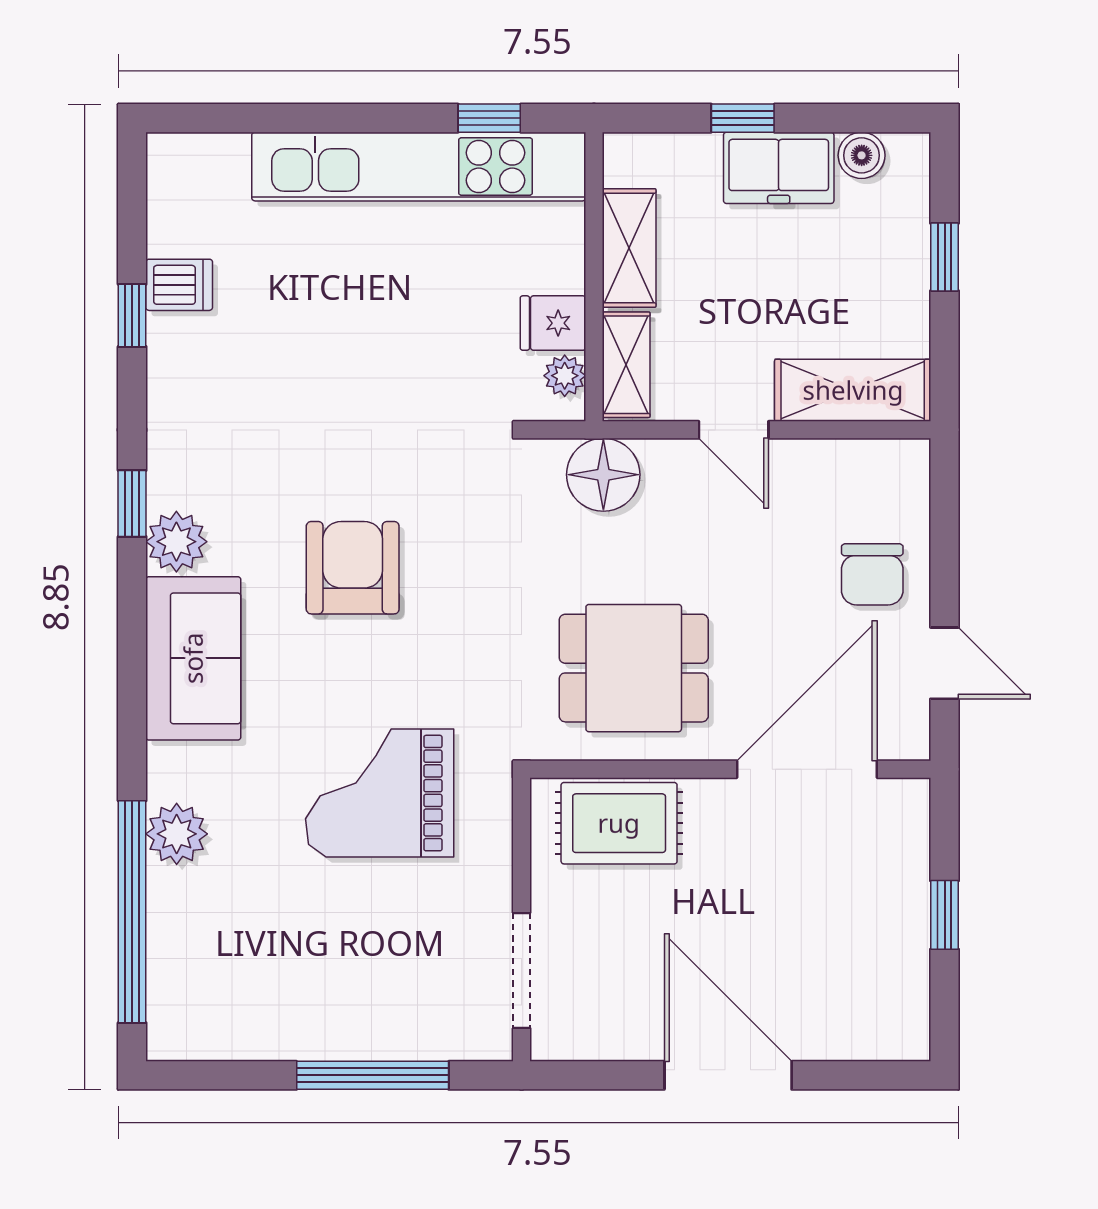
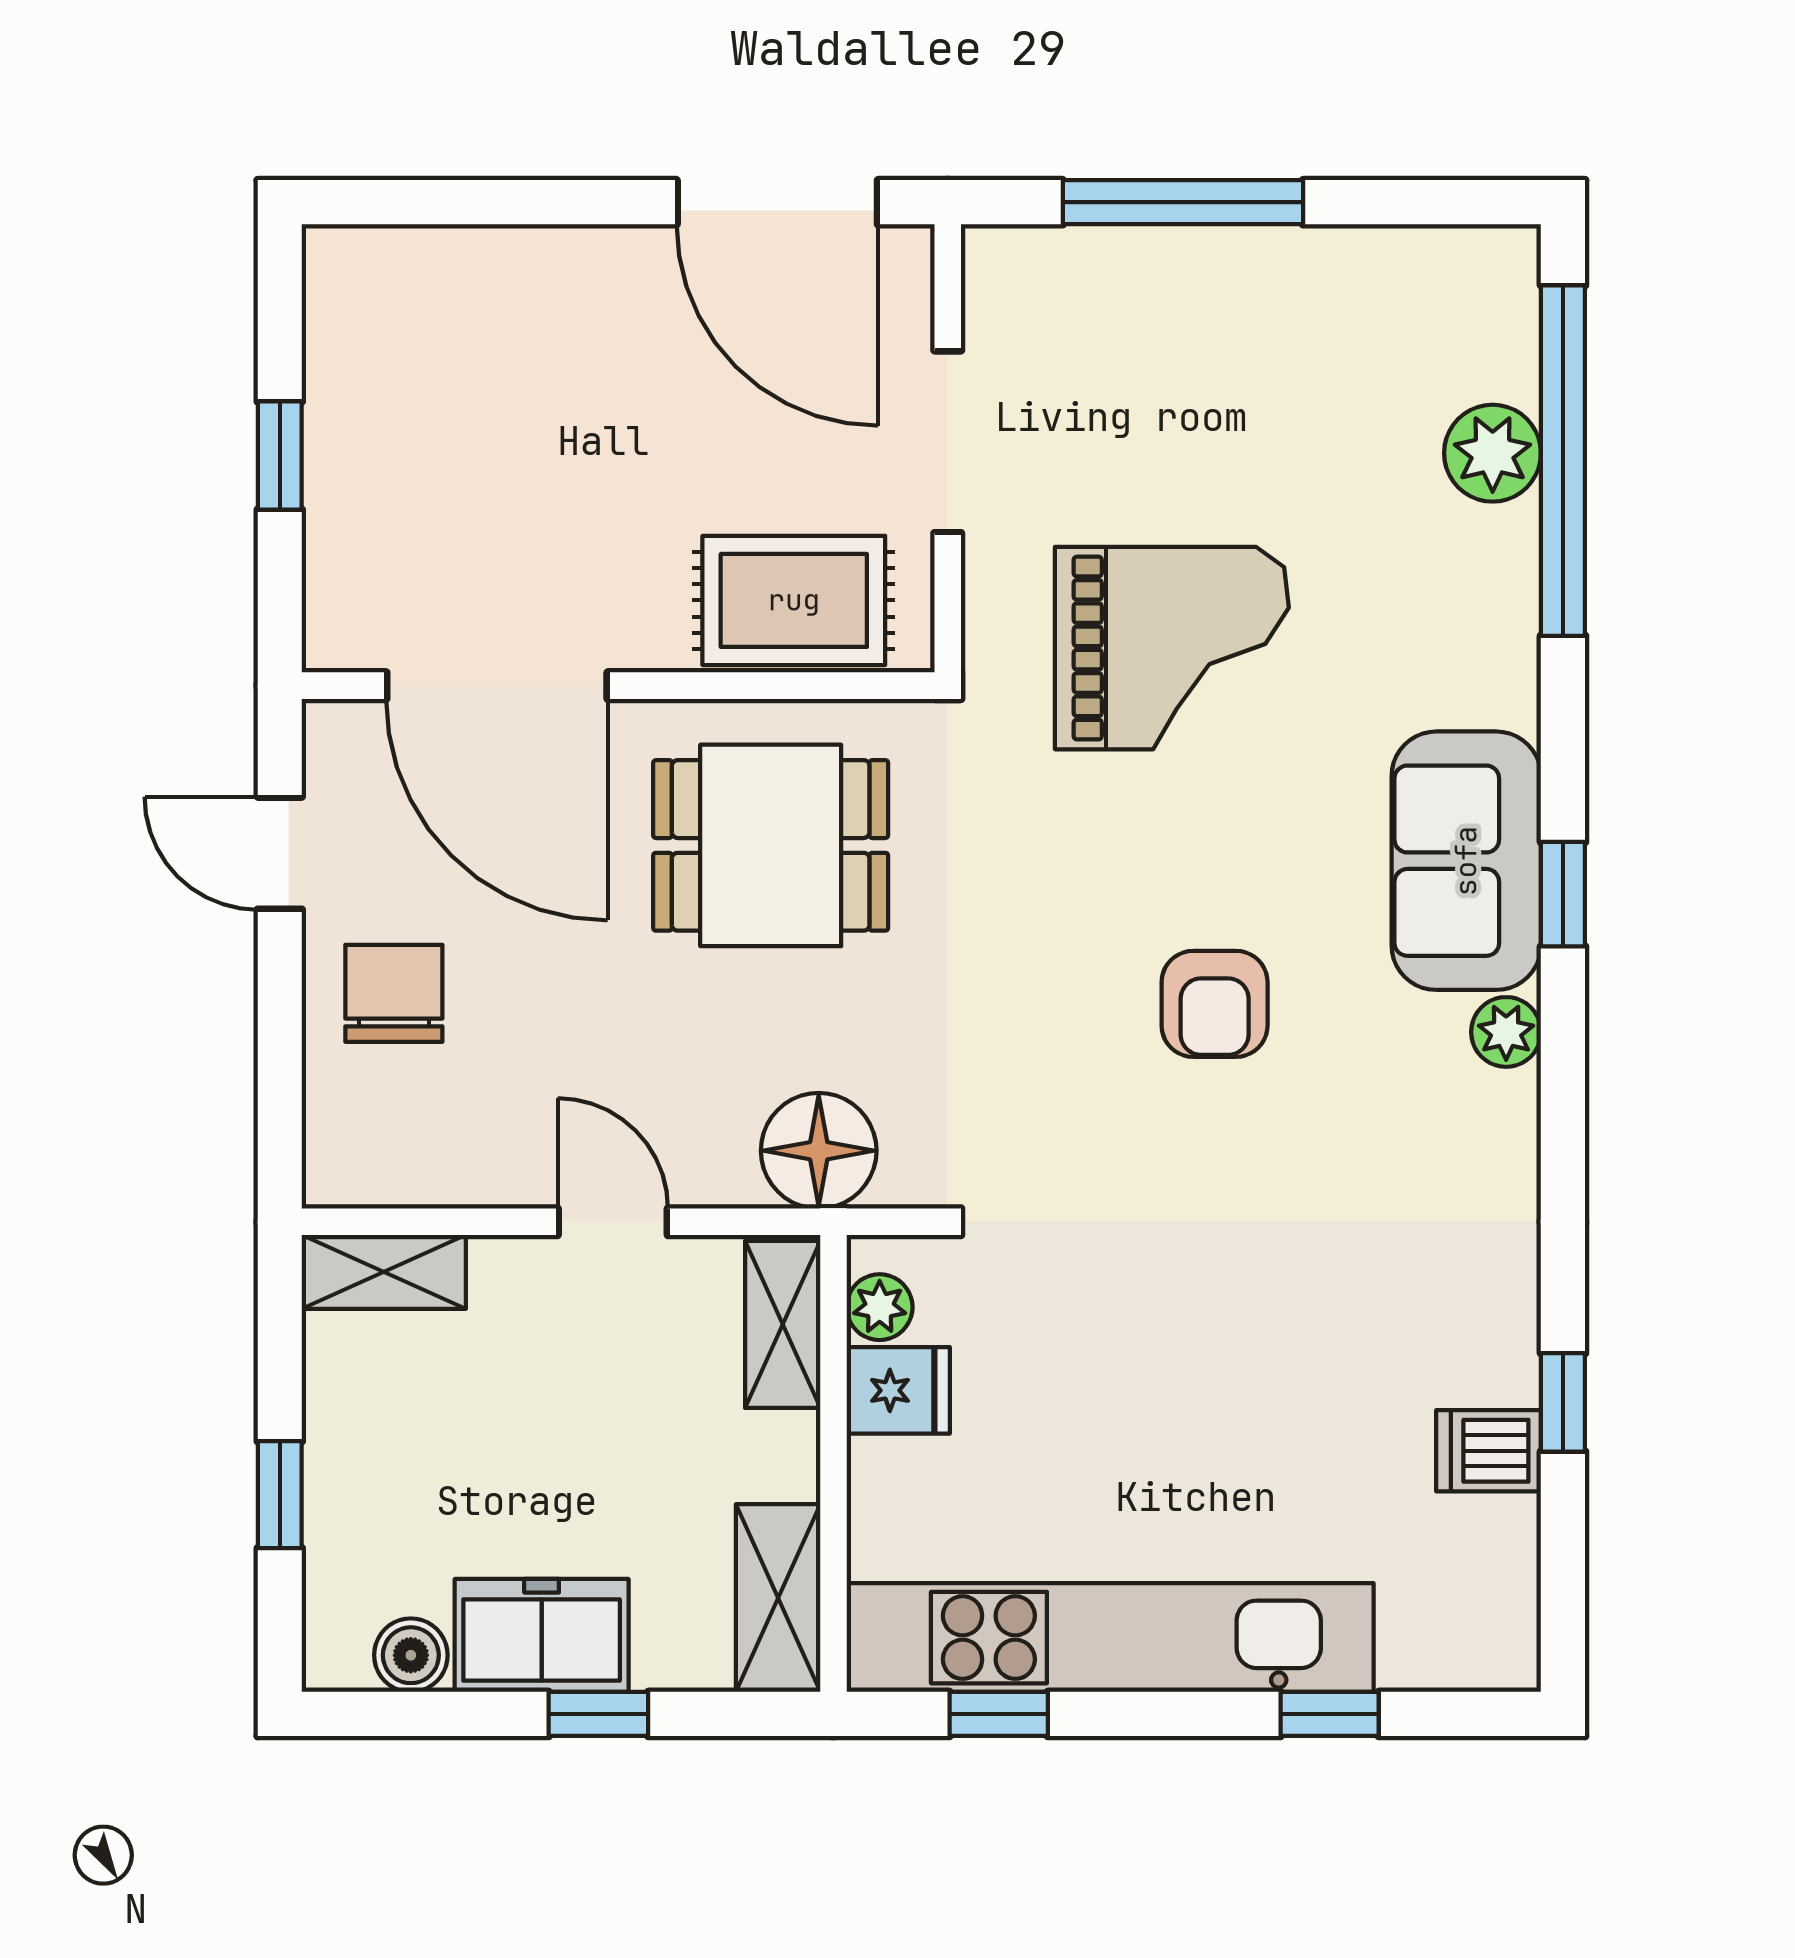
window: (280, 118) -> (1330, 1714), added
shelving: (629, 248) -> (778, 1598), moved
shelving: (853, 390) -> (384, 1272), width x0.67, depth x0.75
window: (132, 503) -> (1563, 894), moved
plant: (176, 542) -> (1506, 1032), width x0.73, depth x0.73
armchair: (353, 568) -> (1215, 1004), width x0.72, depth x0.72
door: (807, 769) -> (497, 686), hinge flipped
plant: (177, 834) -> (1493, 453), moved
doorway: (522, 971) -> (948, 442), moved
door: (728, 1075) -> (777, 202), moved

